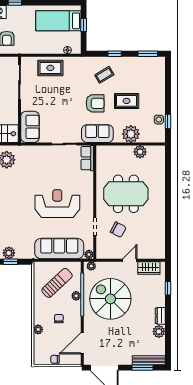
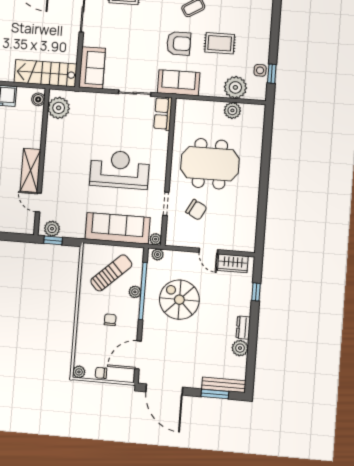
plant: (131, 134) -> (235, 87), moved
door: (130, 260) -> (208, 251), swing flipped
spiral stairs: (110, 299) -> (179, 300), width x0.73, depth x0.73
plant: (38, 329) -> (79, 372), moved

